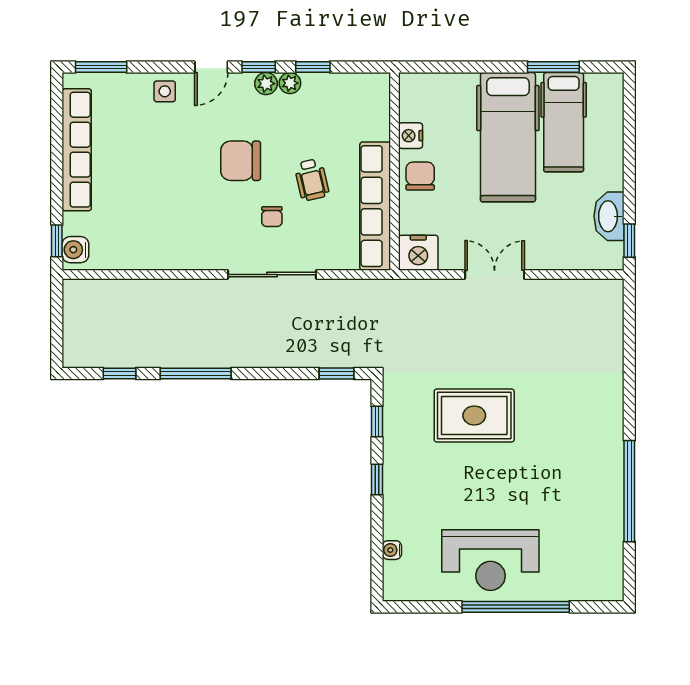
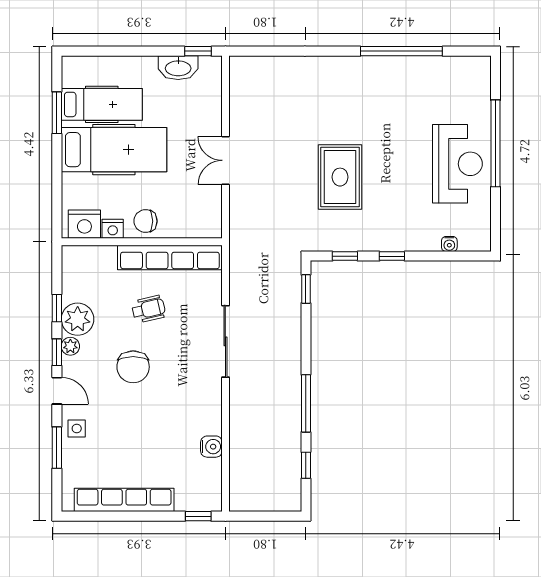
window: (101, 67) -> (57, 448), moved
plant: (290, 83) -> (78, 319), width x1.88, depth x1.88
chair: (272, 217) -> (178, 341), removed
water cooler: (75, 250) -> (211, 447), moved, turned -90
nightstand: (418, 253) -> (84, 224), moved, turned 90

